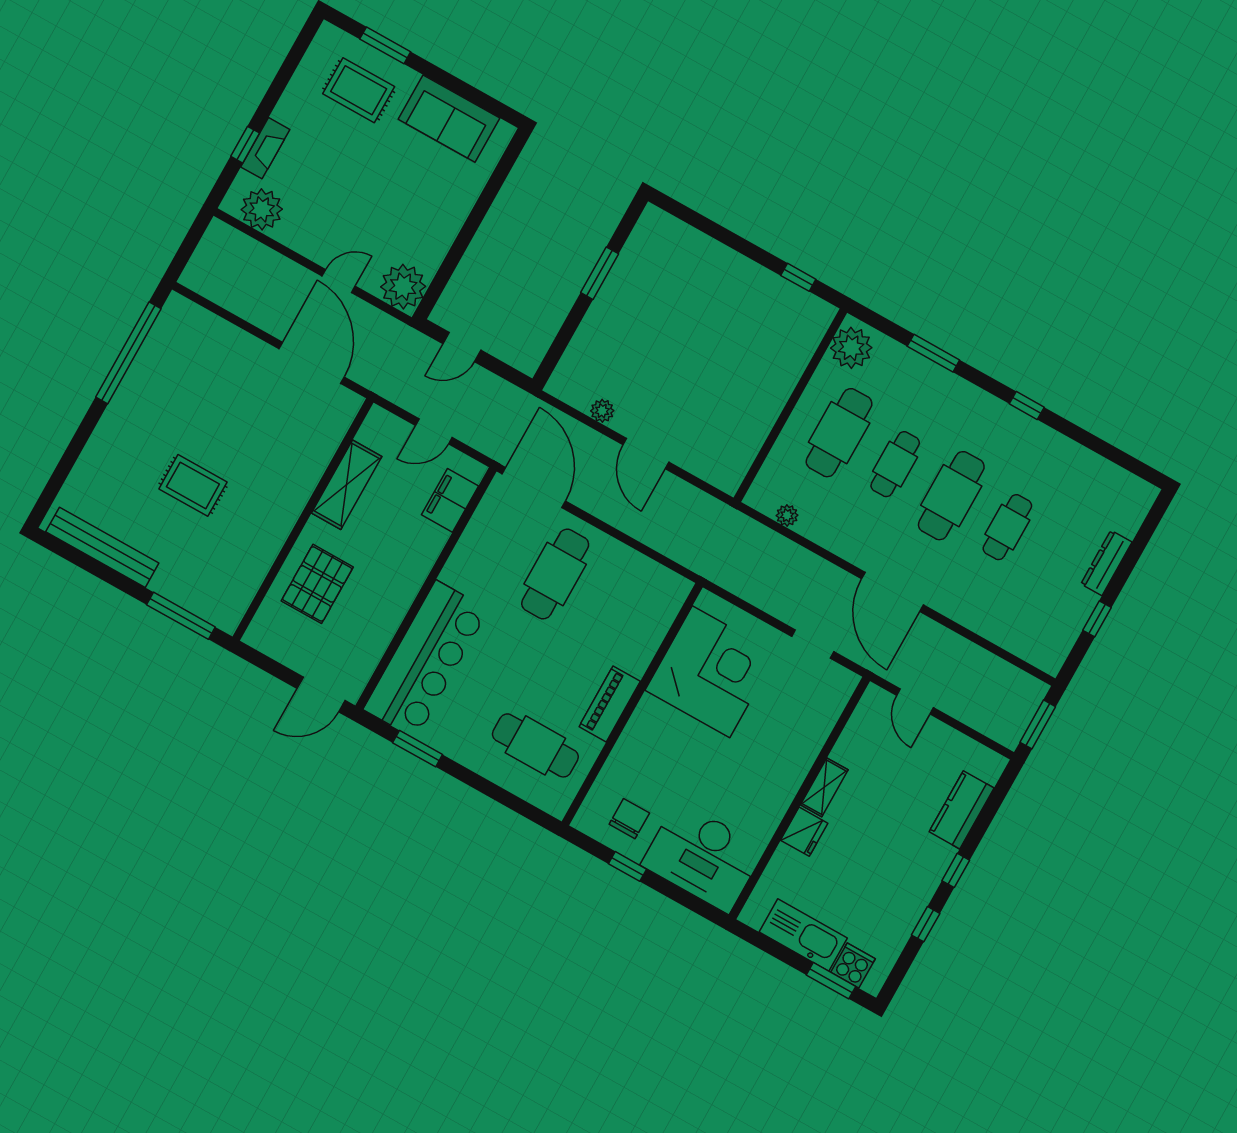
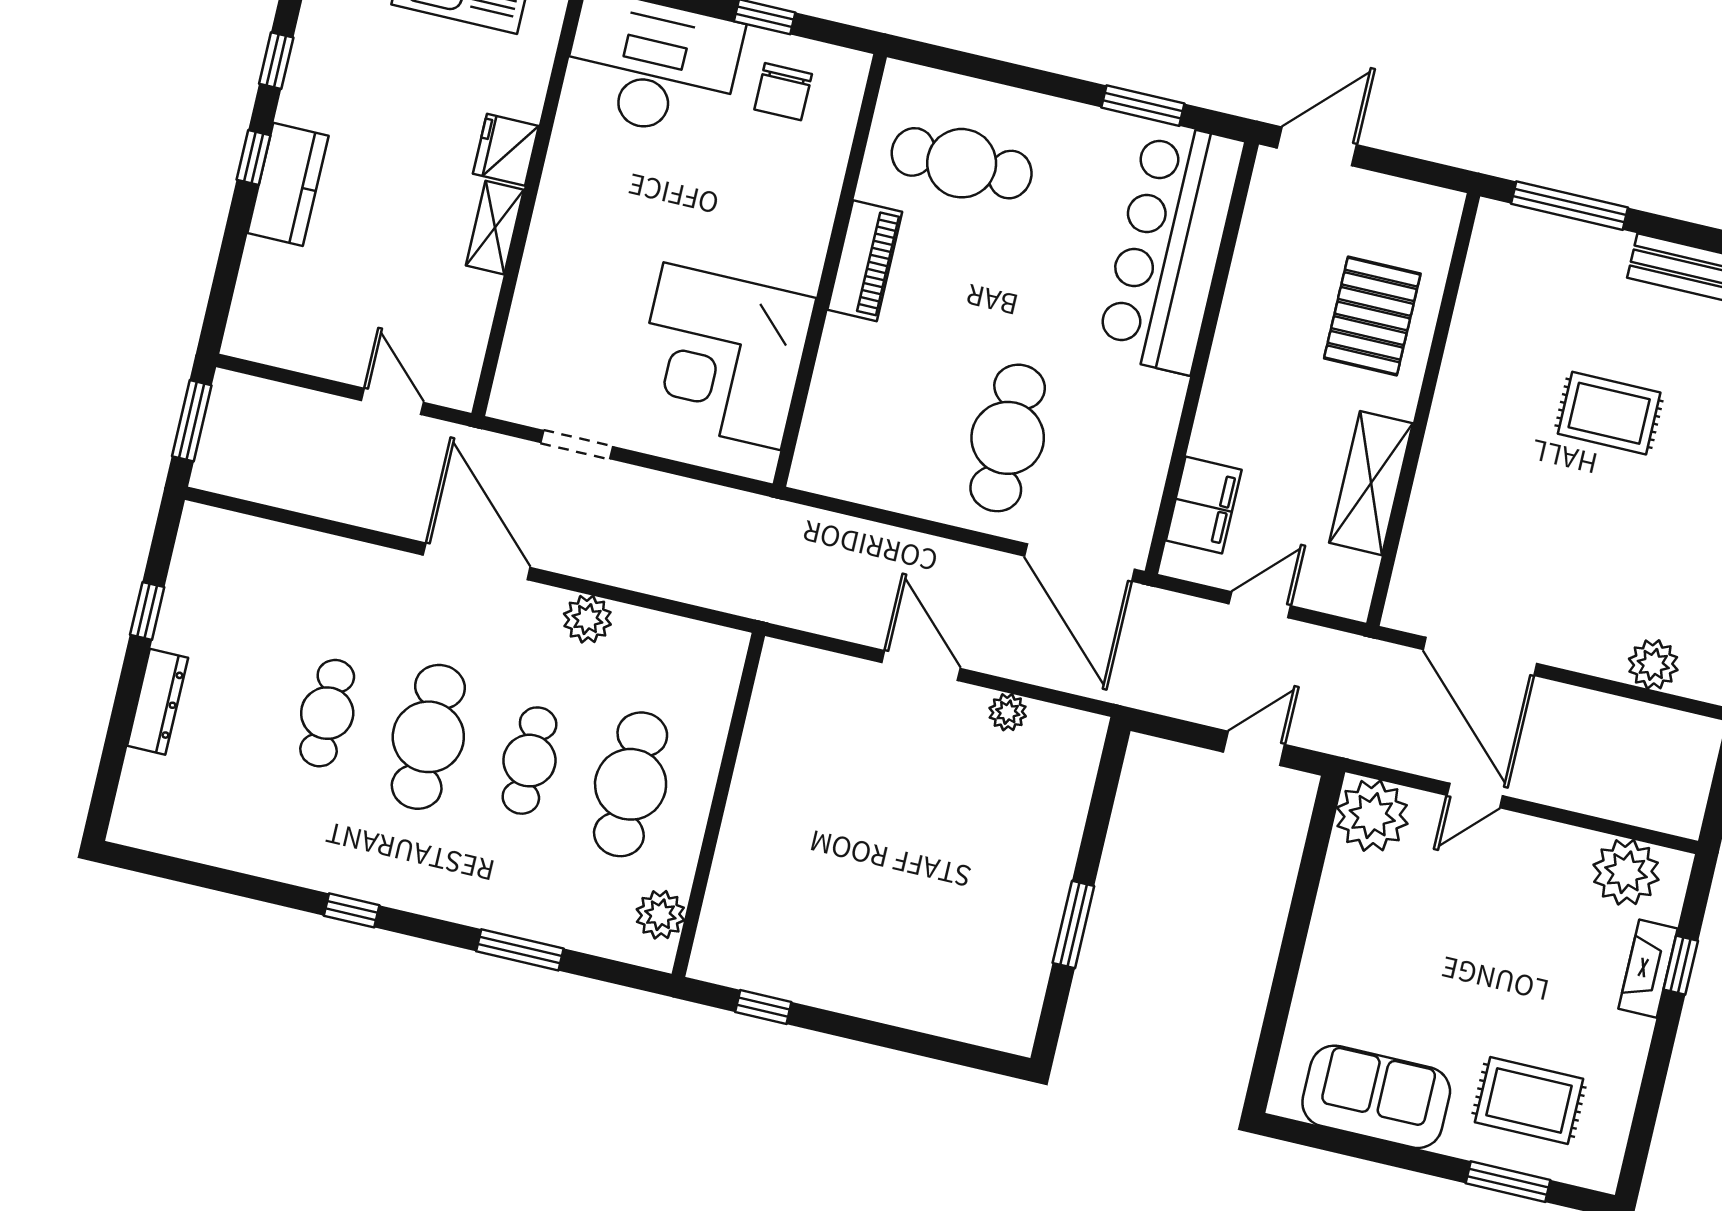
plant: (210, 328) -> (1653, 664), added
plant: (851, 348) -> (660, 915), width x0.73, depth x0.73
plant: (787, 515) -> (587, 619), moved, width x1.38, depth x1.38
kitchen counter: (962, 810) -> (288, 184), moved

